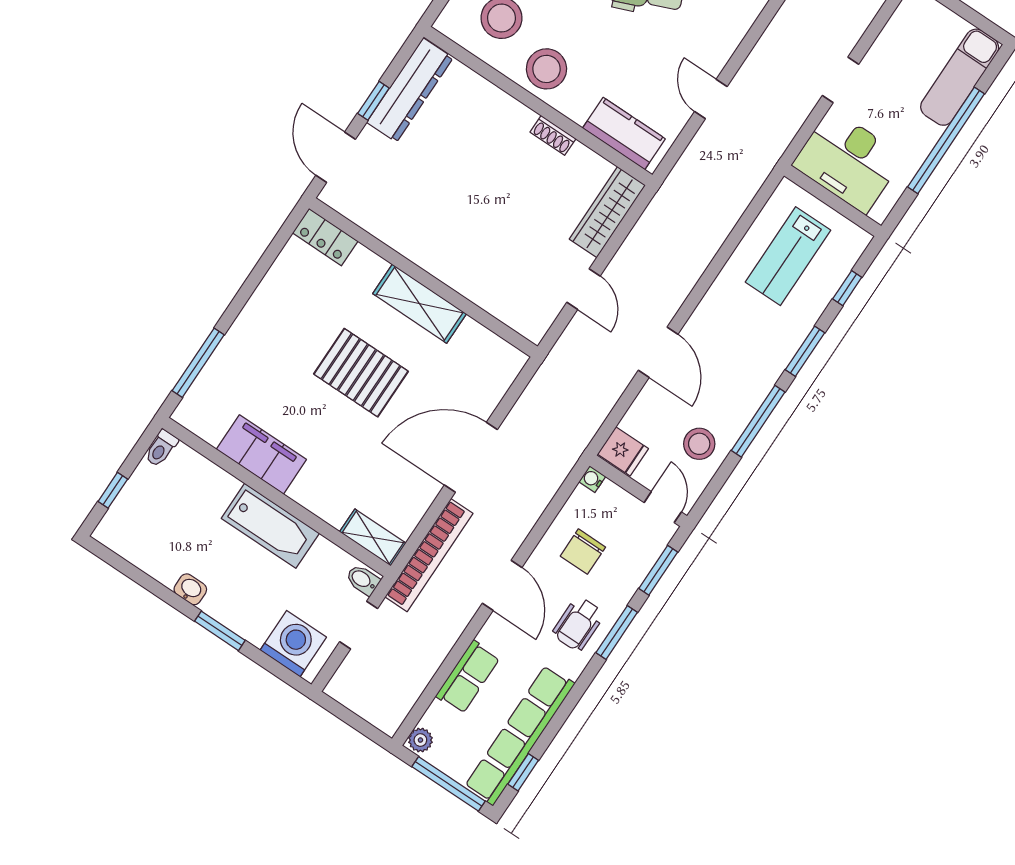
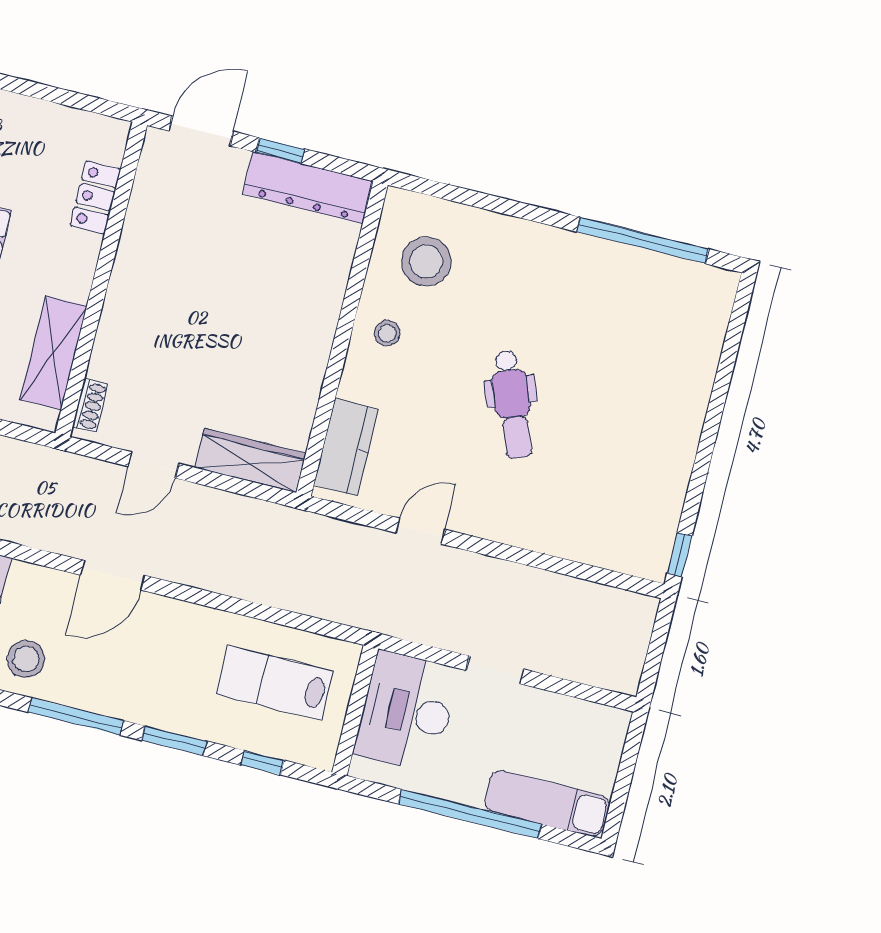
stool: (546, 69) -> (387, 333), width x0.53, depth x0.53
shoe rack: (553, 135) -> (90, 406), moved, turned 180
locker: (325, 237) -> (95, 197), moved
shelving: (420, 304) -> (53, 353), moved

